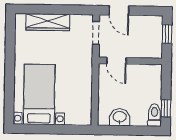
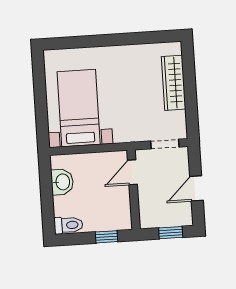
door: (119, 10) -> (196, 188), moved
bed with nightstands: (39, 94) -> (79, 108), moved, turned -90
window: (166, 108) -> (106, 237), moved

